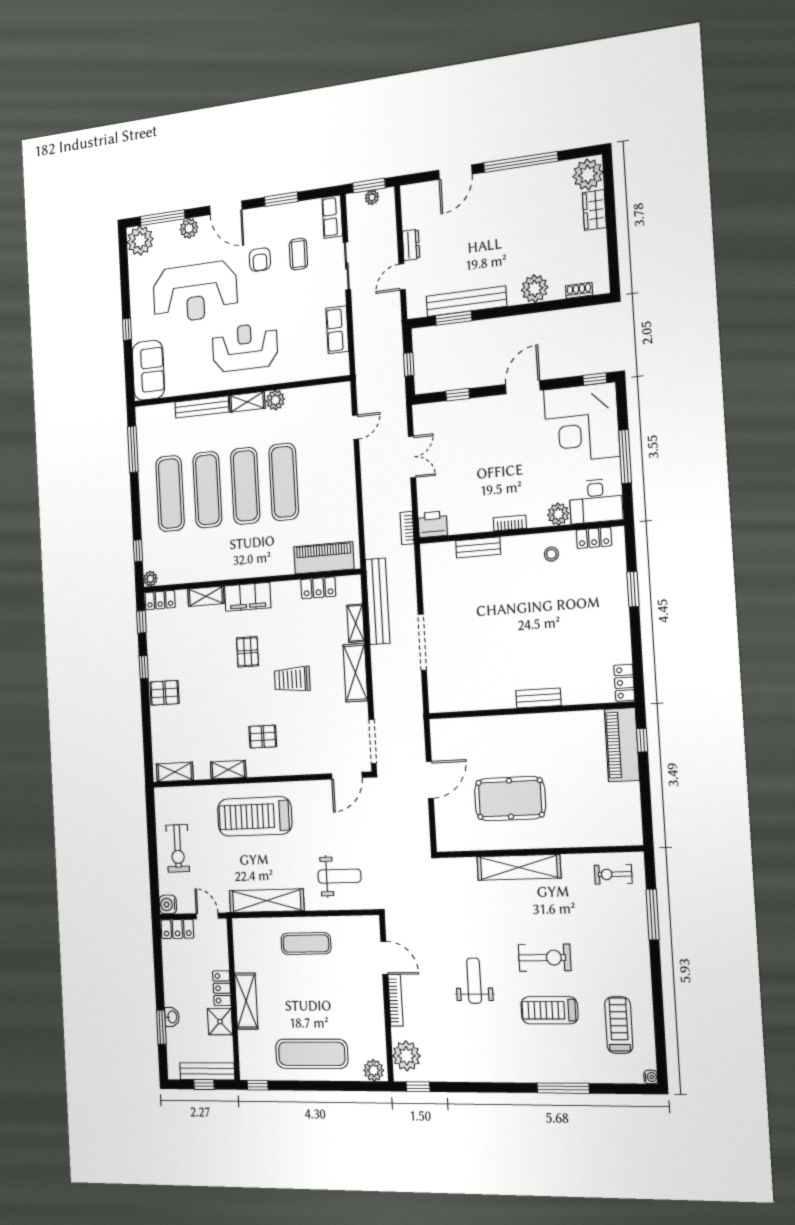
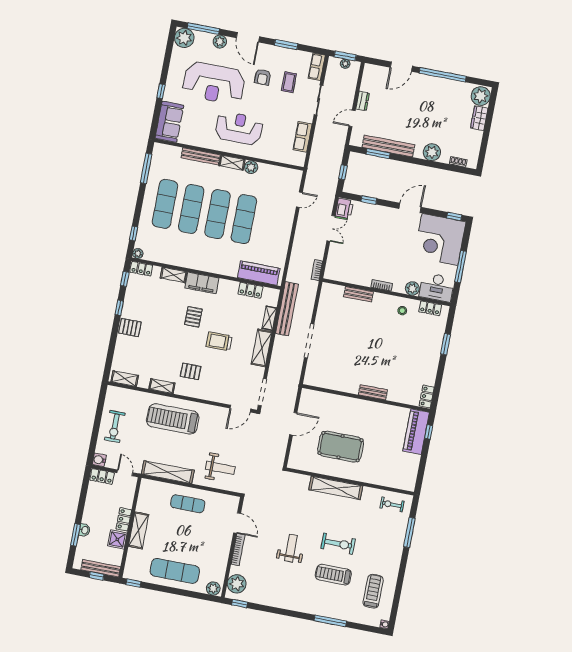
printer: (433, 524) -> (344, 209), moved, turned 90

